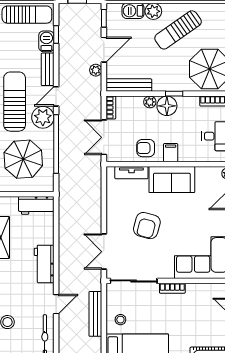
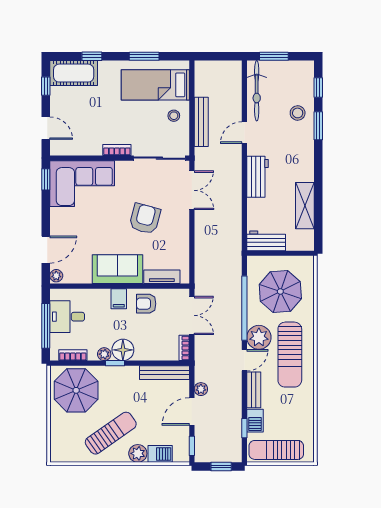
plant: (150, 102) -> (104, 354), moved
armchair: (146, 148) -> (146, 304), turned 180

